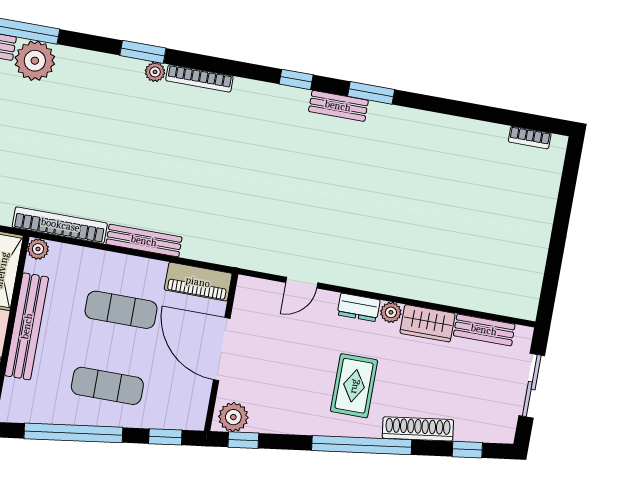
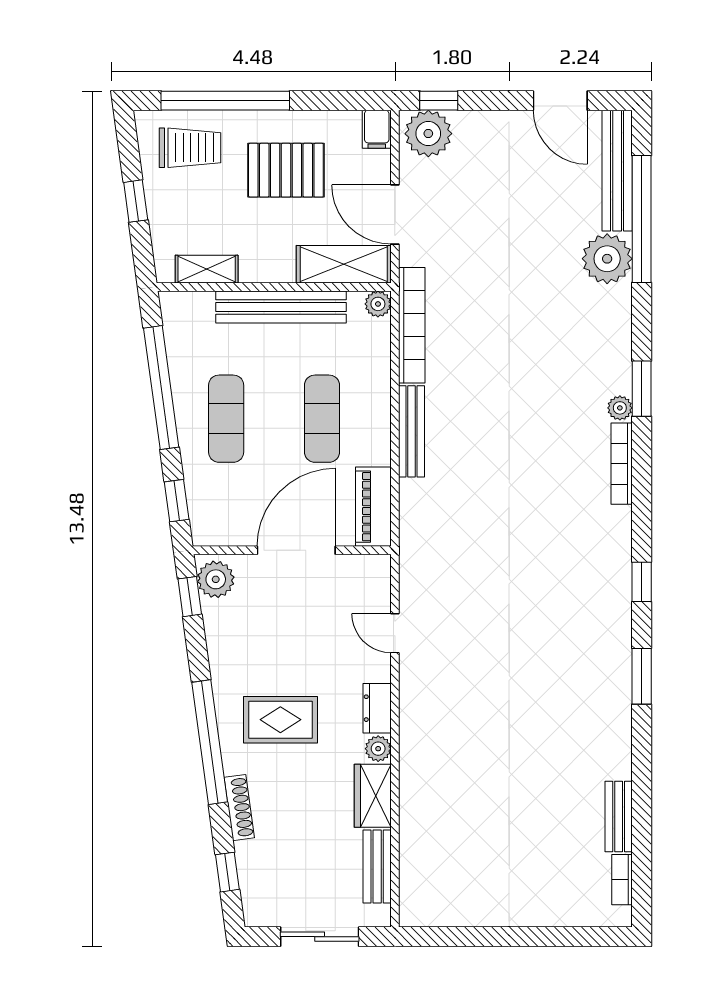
bench: (338, 106) -> (619, 816), moved
shoe rack: (418, 429) -> (239, 808), width x0.74, depth x0.81

